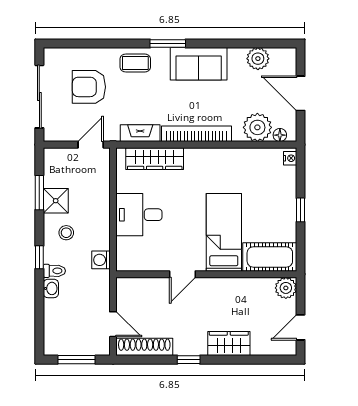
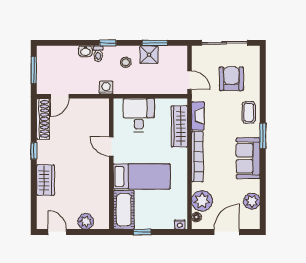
bed: (224, 232) -> (142, 176), moved
cot: (270, 257) -> (124, 210), moved
door: (182, 274) -> (111, 147), moved
wall: (206, 274) -> (111, 164), moved

